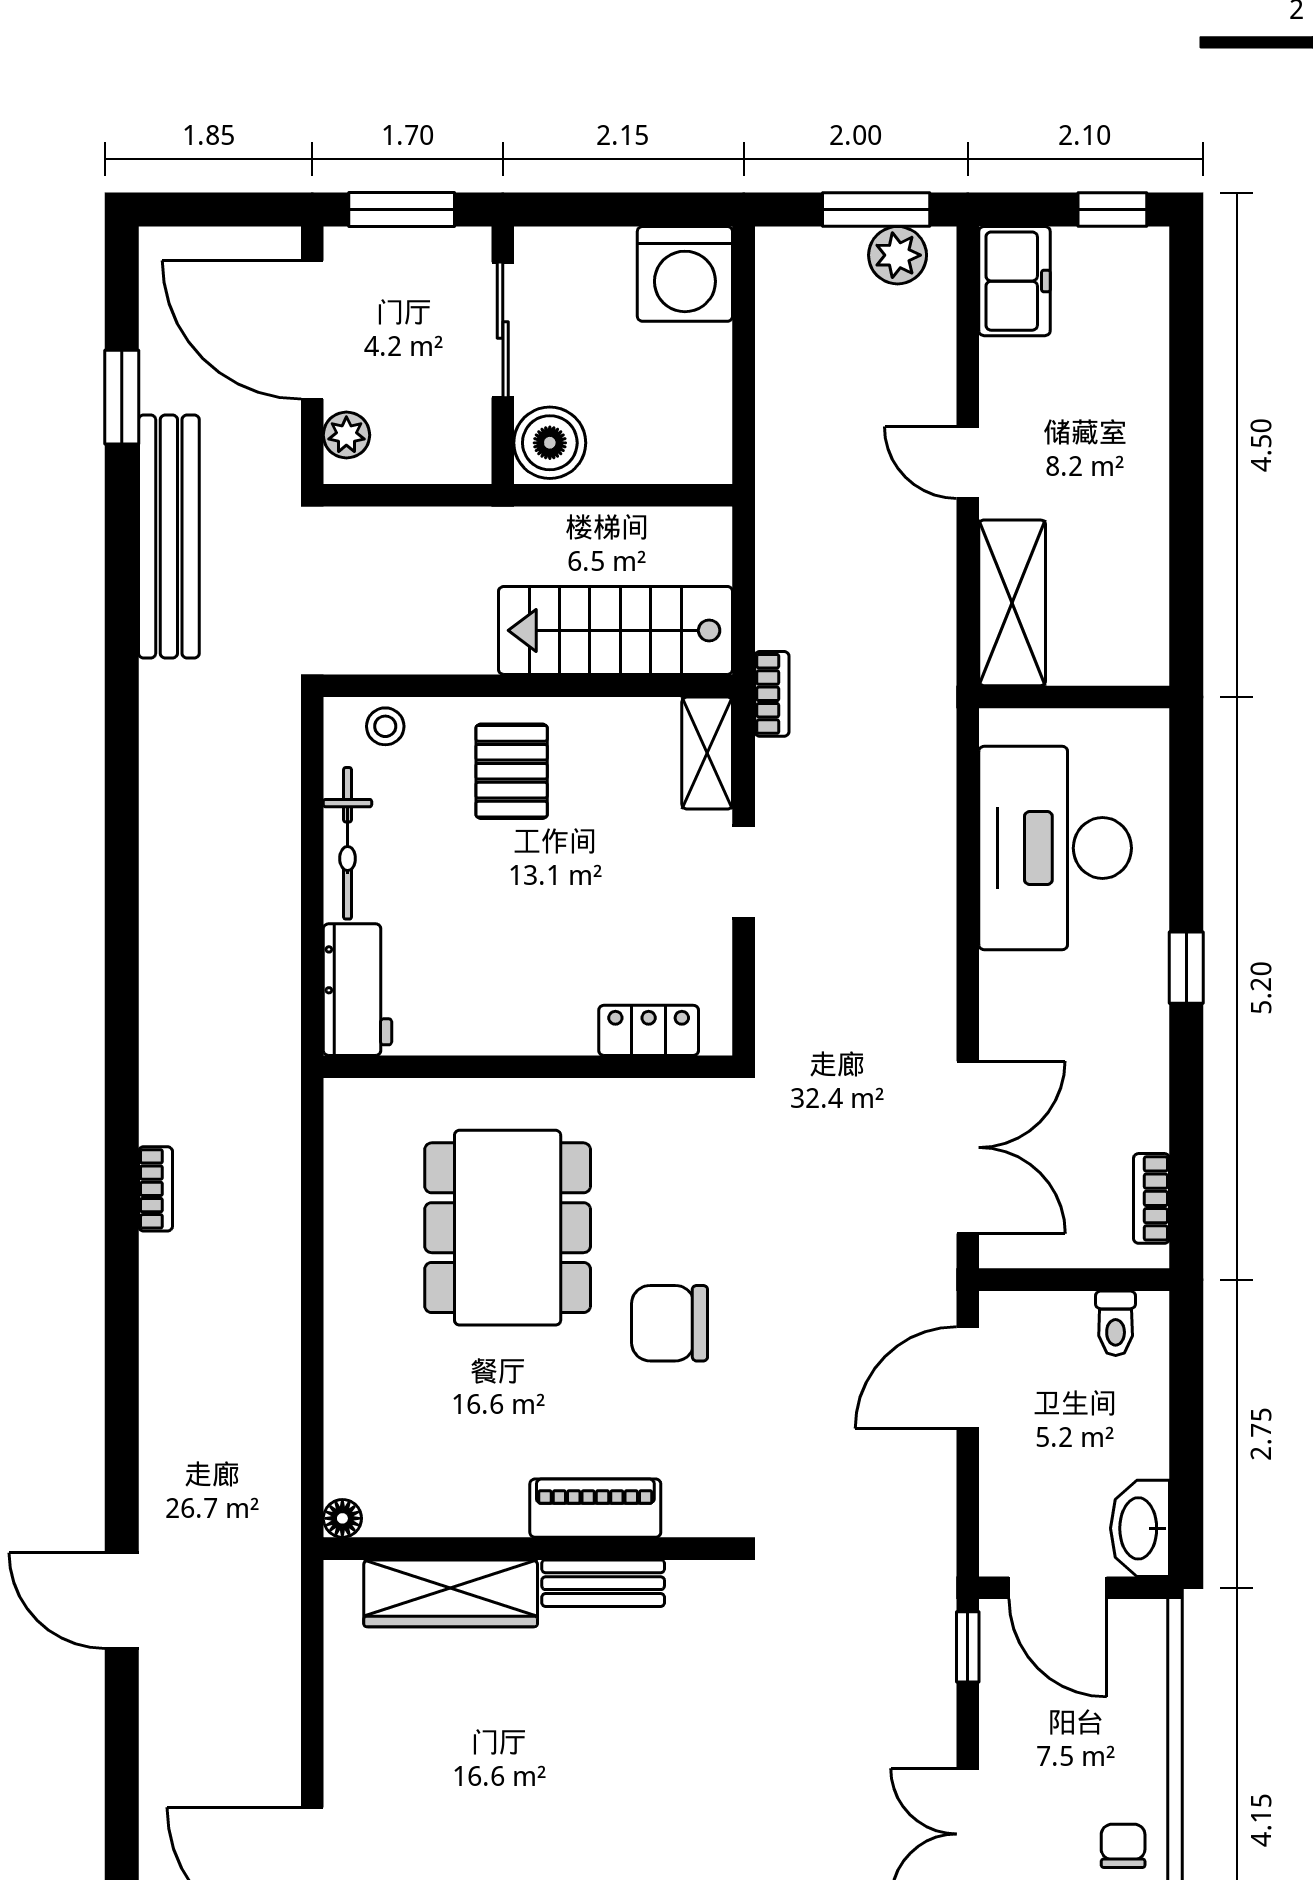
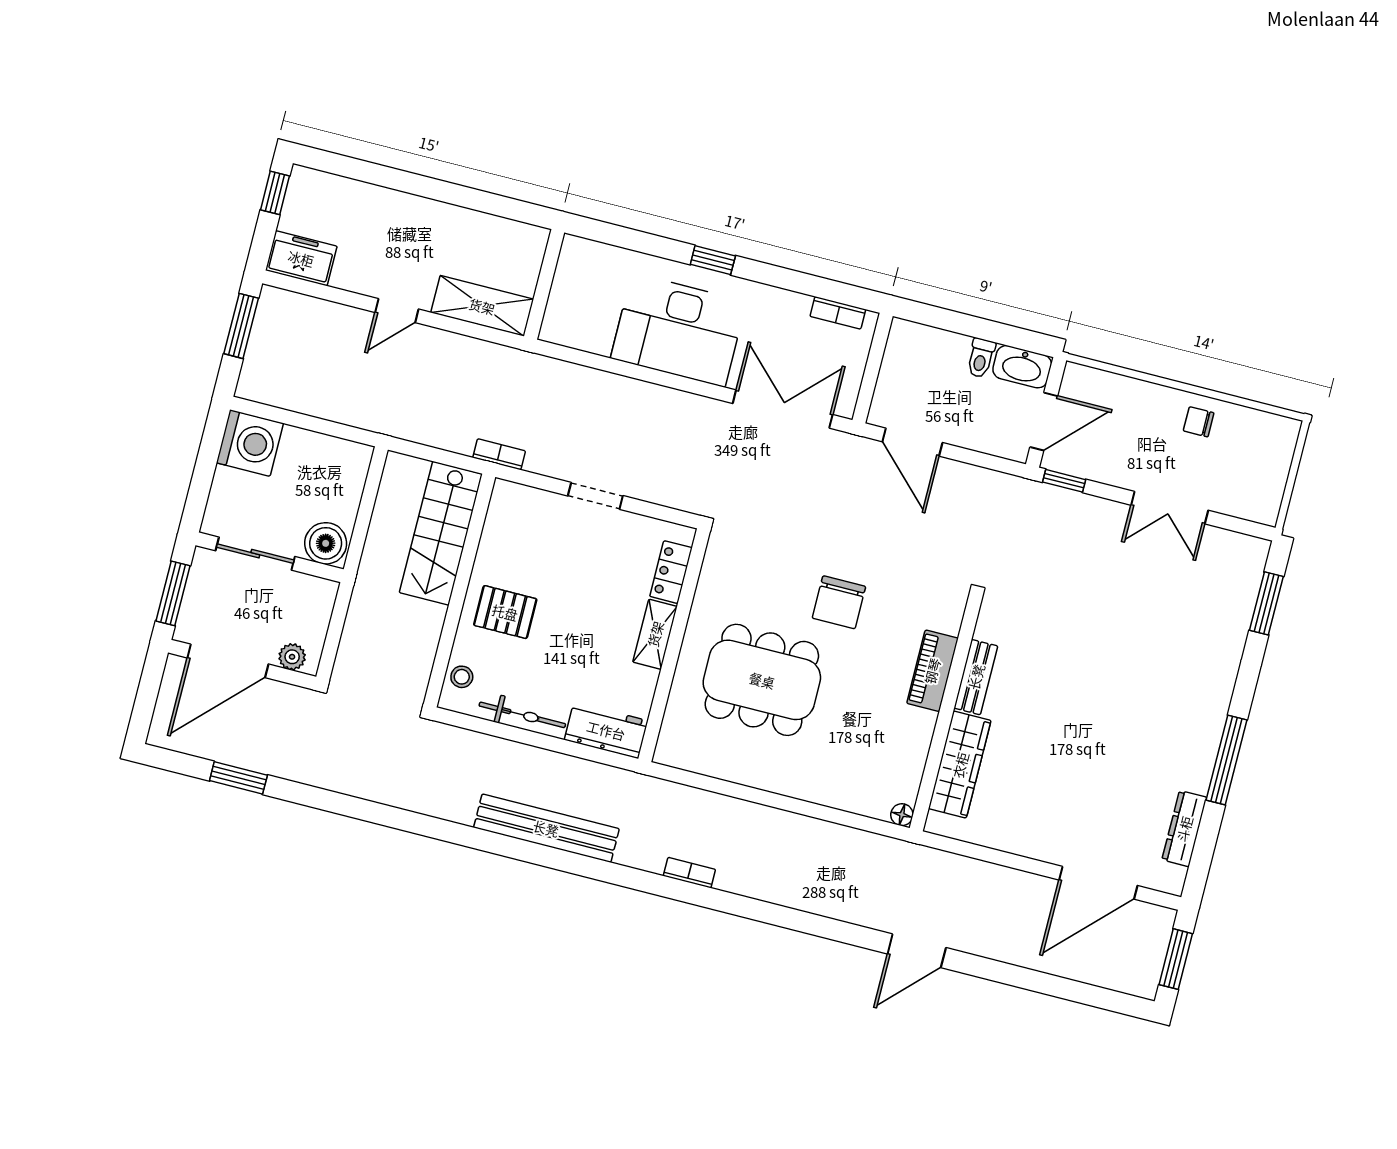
plant: (898, 255) -> (270, 320), removed
bench: (169, 536) -> (546, 828), moved
shelving: (707, 753) -> (655, 634), moved, turned 90
desk: (1055, 848) -> (678, 330), moved
toilet: (1116, 1323) -> (981, 358), moved, turned 90

